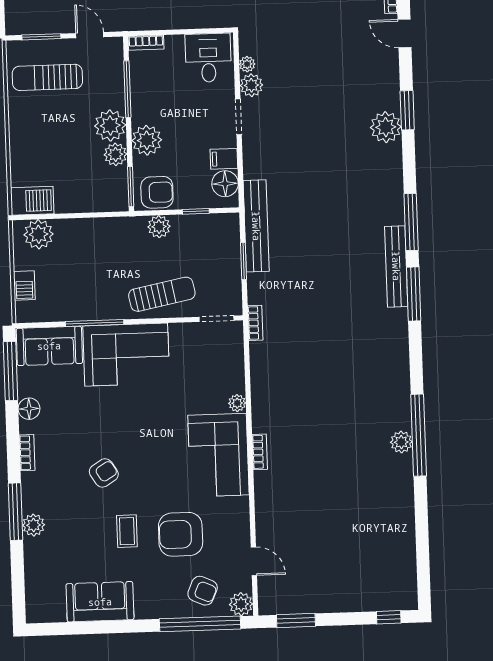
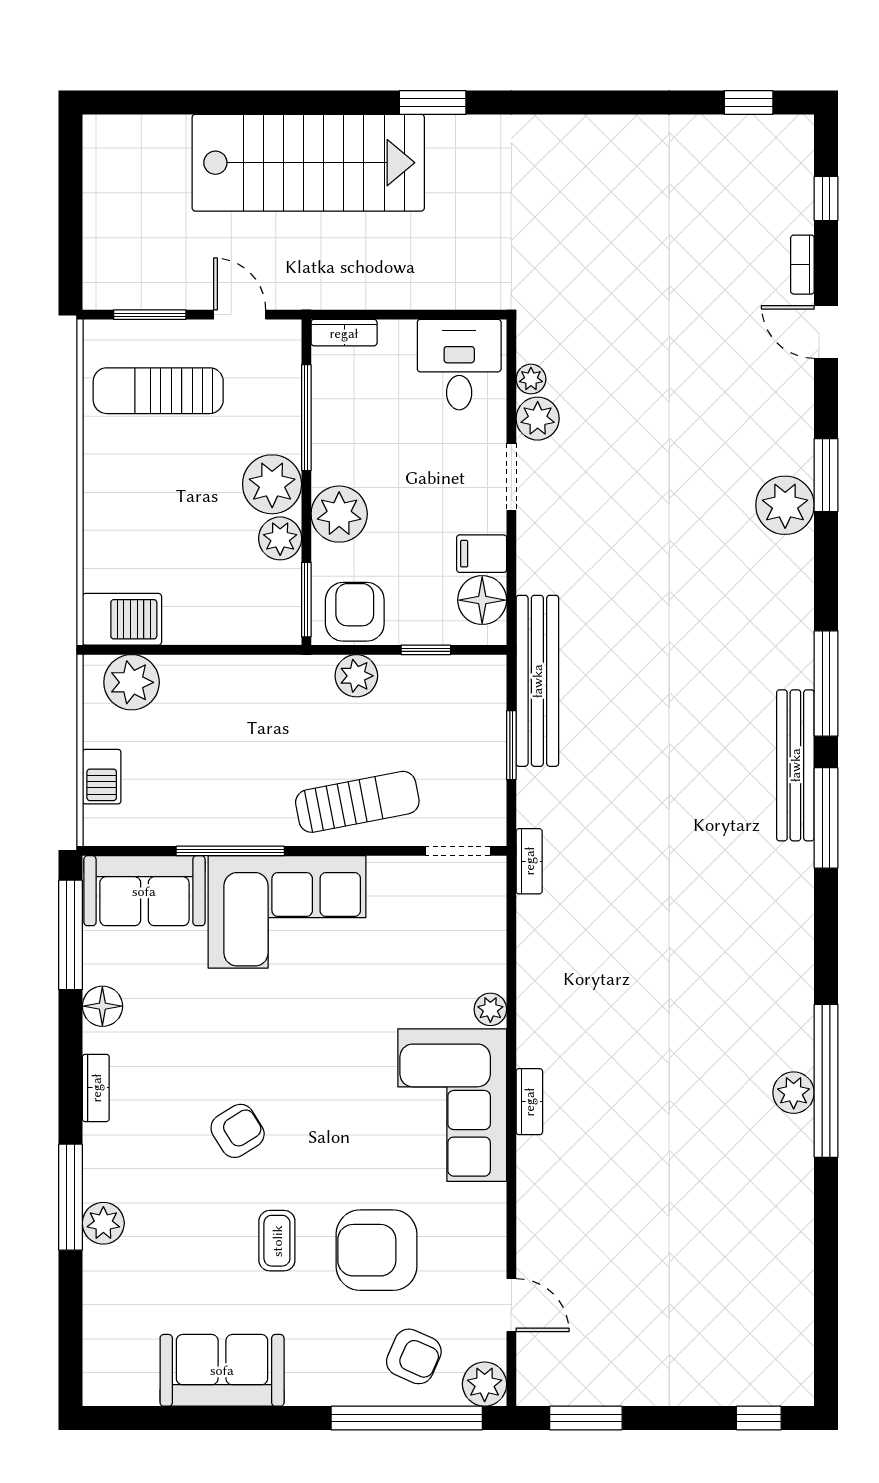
armchair: (157, 192) -> (355, 612), turned -90

